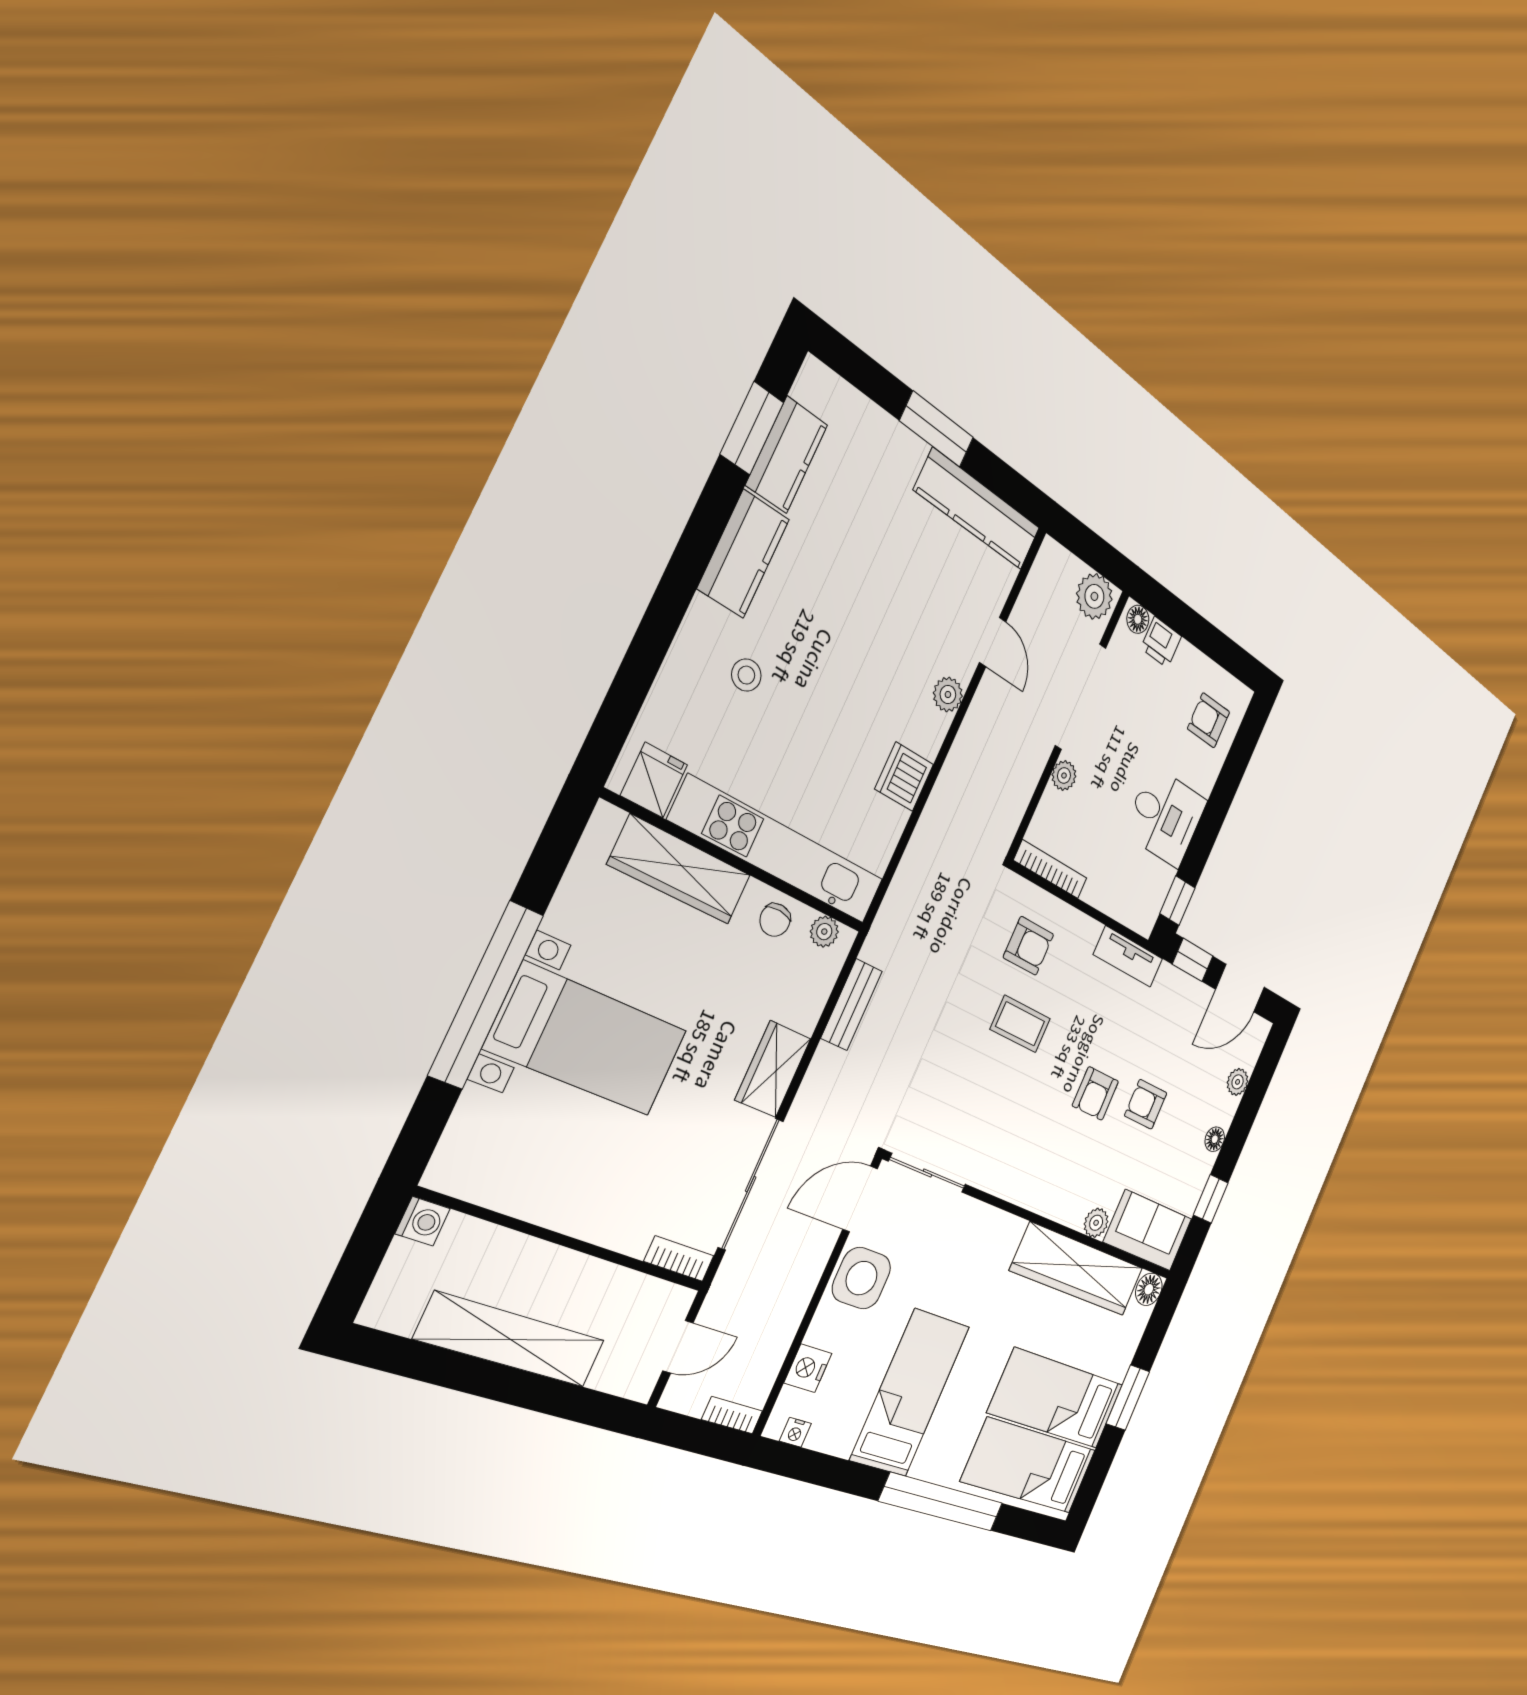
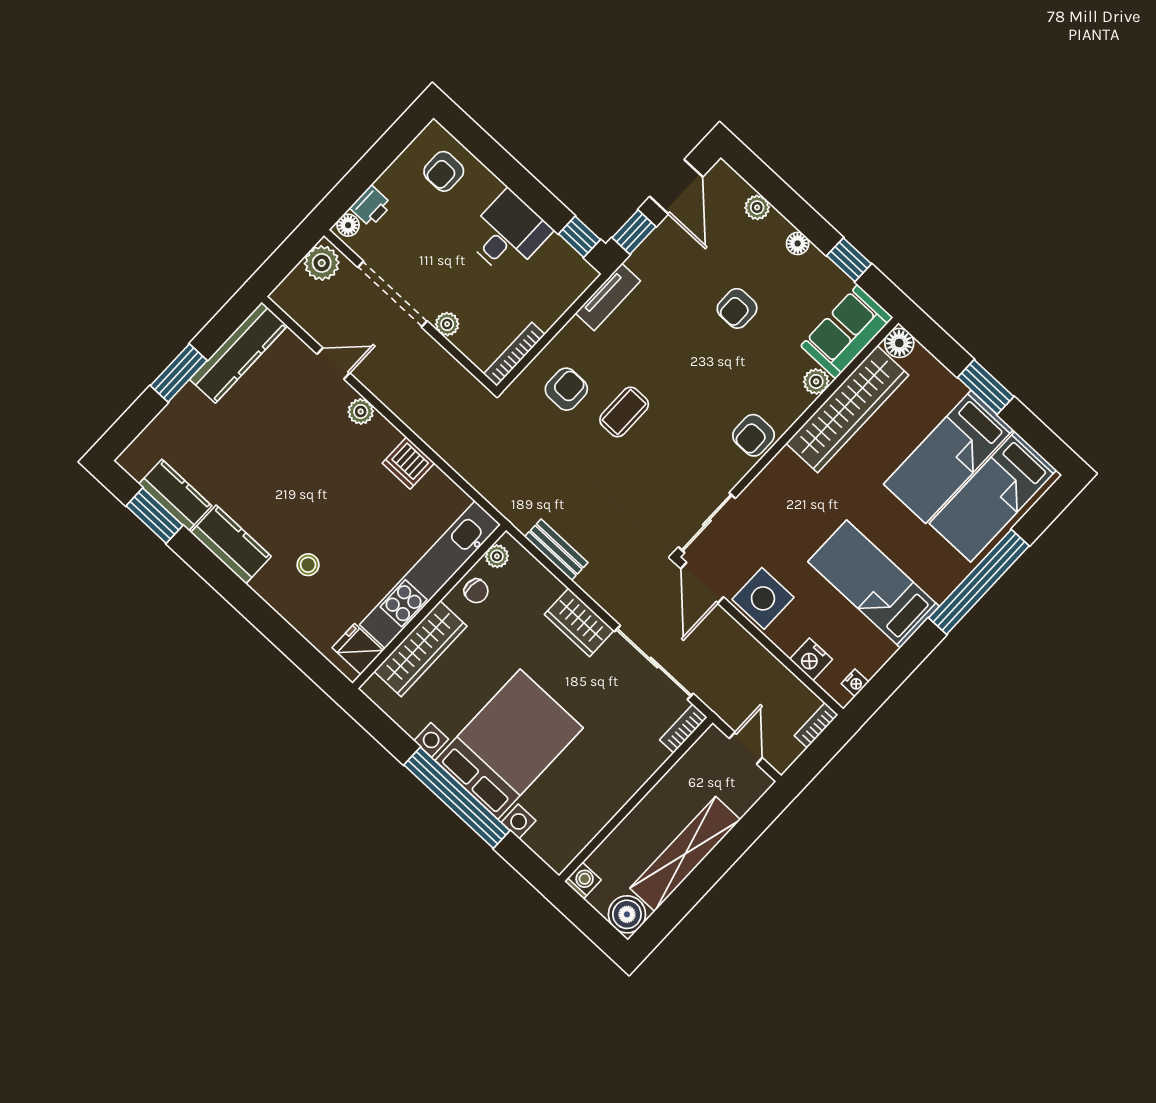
bed with nightstands: (587, 1040) -> (509, 744), width x1.36
armchair: (1095, 1094) -> (754, 435), moved, turned 90
boiler: (393, 1304) -> (627, 914), added

